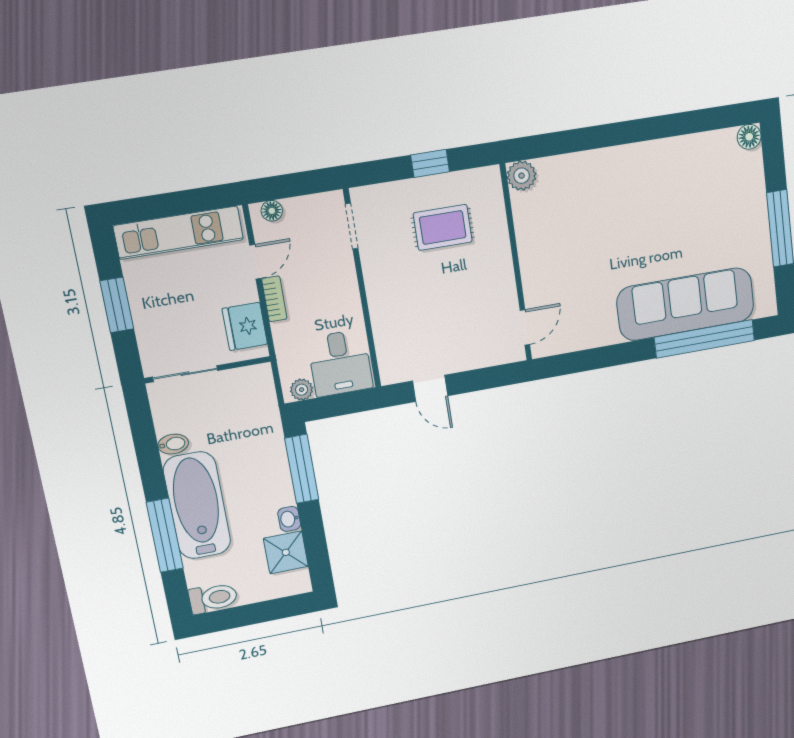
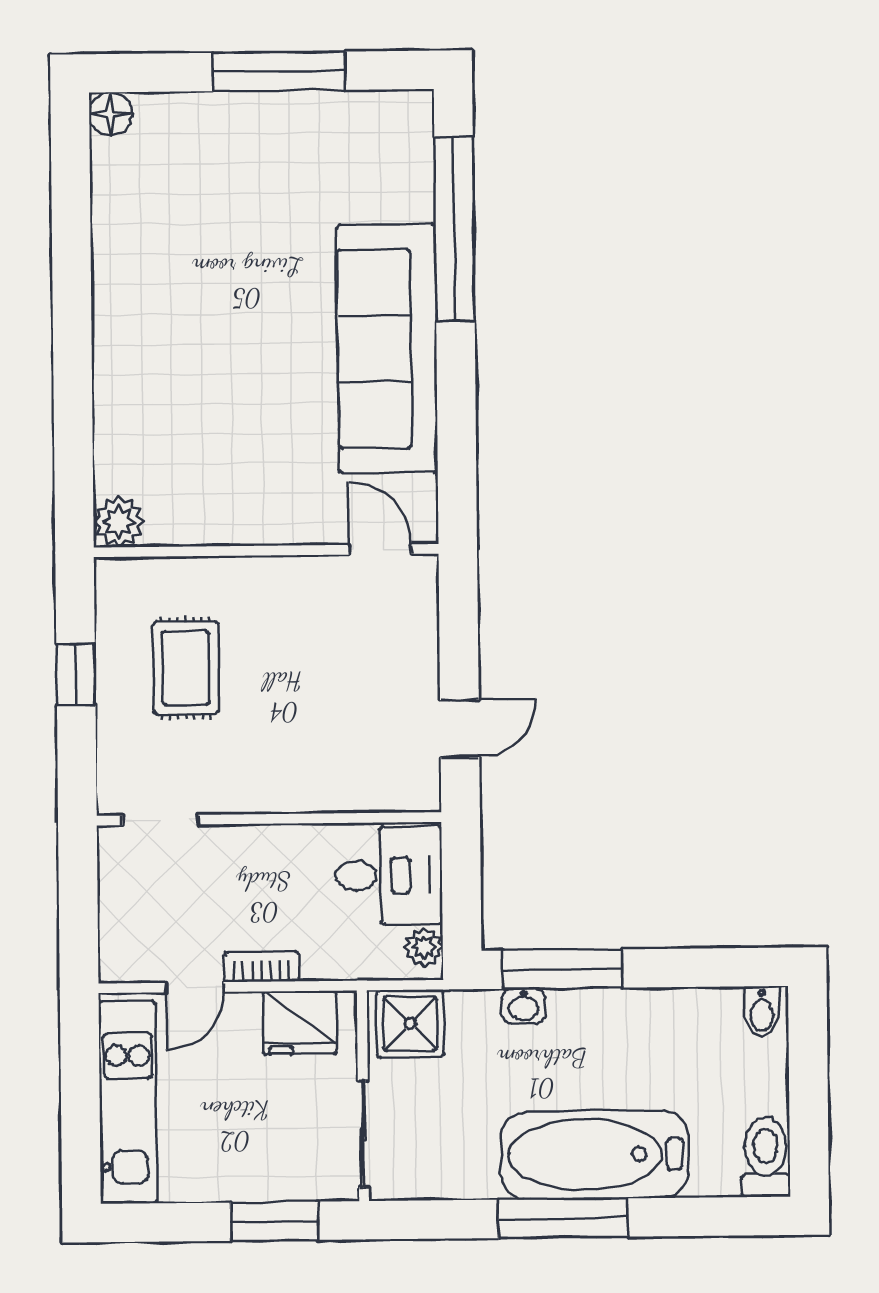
floor lamp: (272, 211) -> (115, 947), removed
door: (255, 262) -> (195, 987), swing flipped
sofa: (686, 304) -> (387, 349), moved
window: (117, 305) -> (275, 1221), moved
bidet: (173, 444) -> (762, 1011), moved, turned 180
washbasin: (289, 519) -> (524, 1006), moved
window: (165, 535) -> (563, 1218), moved
shower: (286, 552) -> (410, 1024), moved

